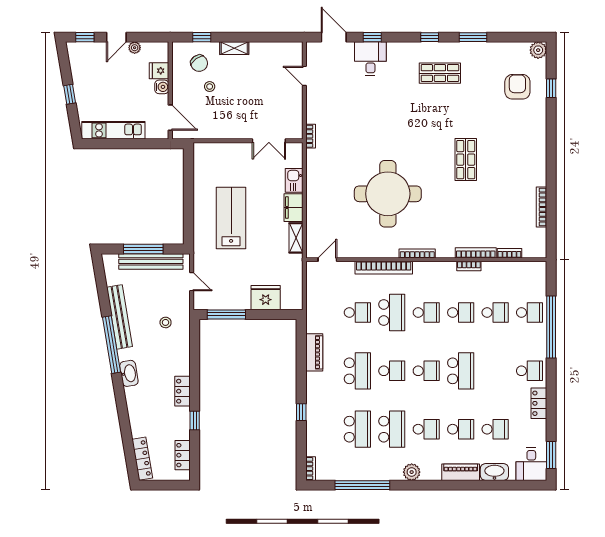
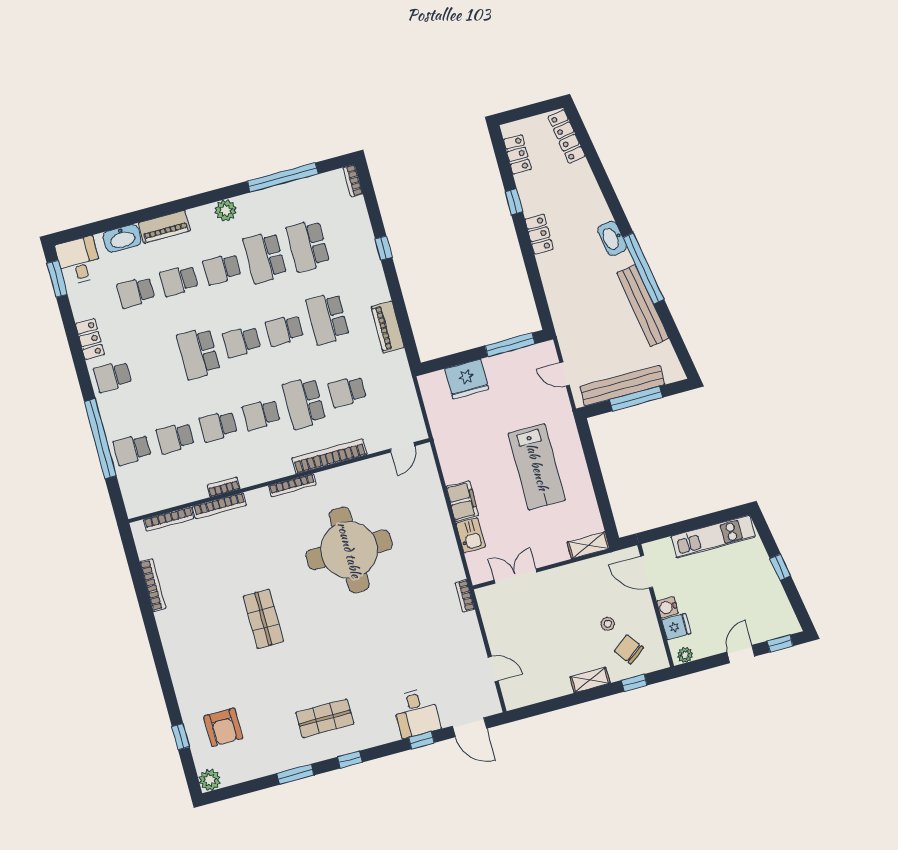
plant: (135, 48) -> (685, 655), moved
shelving: (296, 238) -> (588, 545), moved, turned 90
bookcase: (509, 253) -> (169, 519), width x1.56
stool: (166, 322) -> (583, 314), removed

